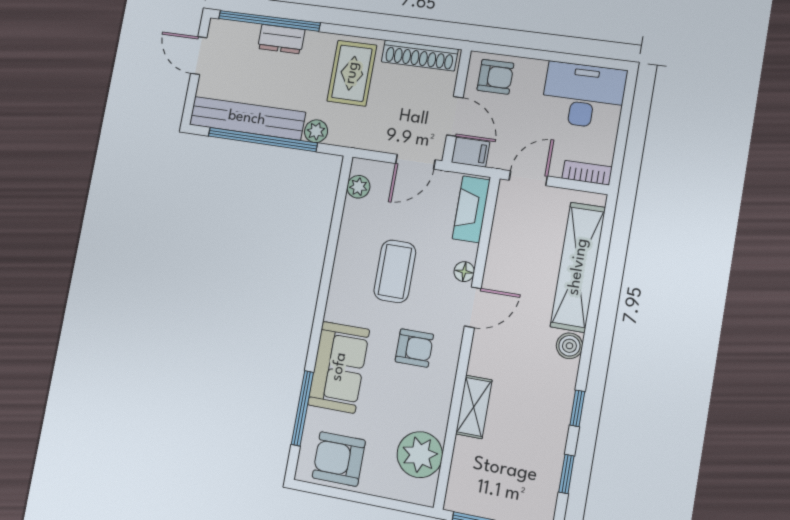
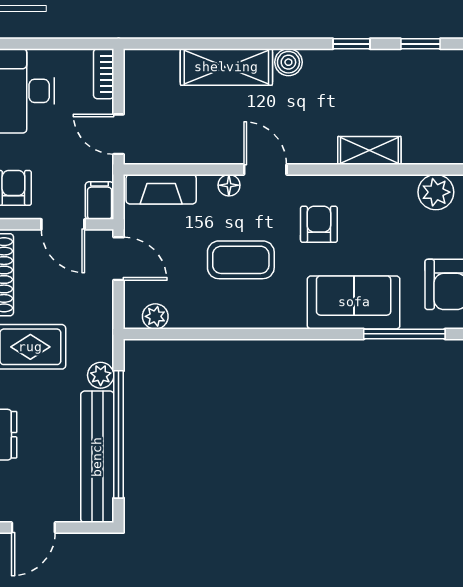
door: (455, 116) -> (63, 224), swing flipped
shelving: (578, 267) -> (226, 67), width x0.68
plant: (420, 455) -> (436, 192), width x0.73, depth x0.73

